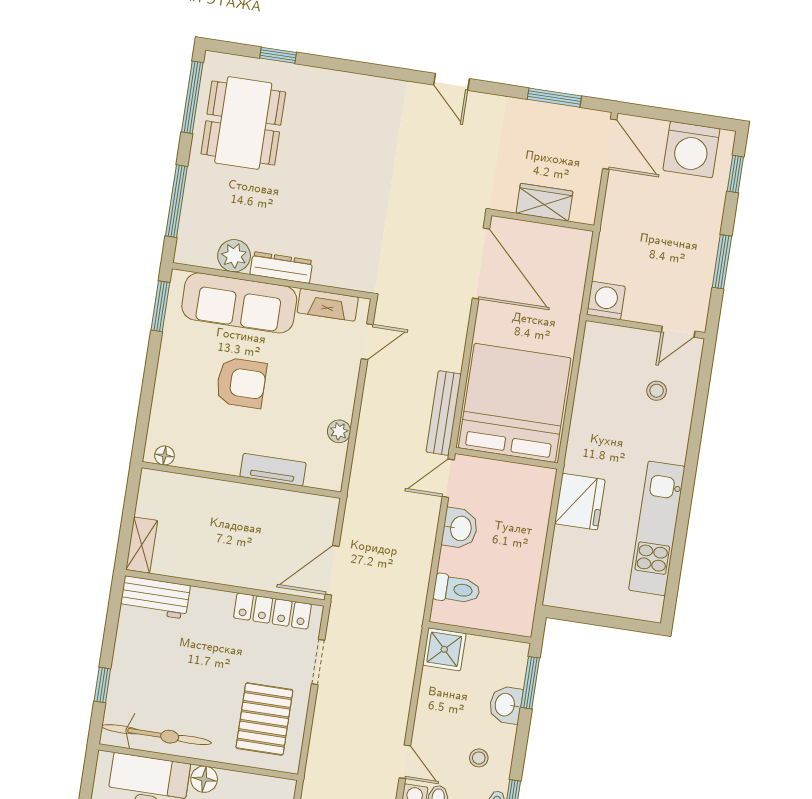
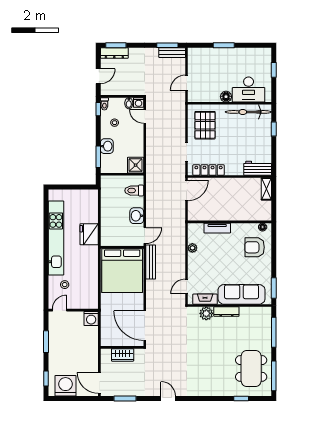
plant: (234, 256) -> (206, 313), moved
armchair: (241, 383) -> (255, 247), moved
kitchen unit: (657, 528) -> (56, 238), width x1.36

